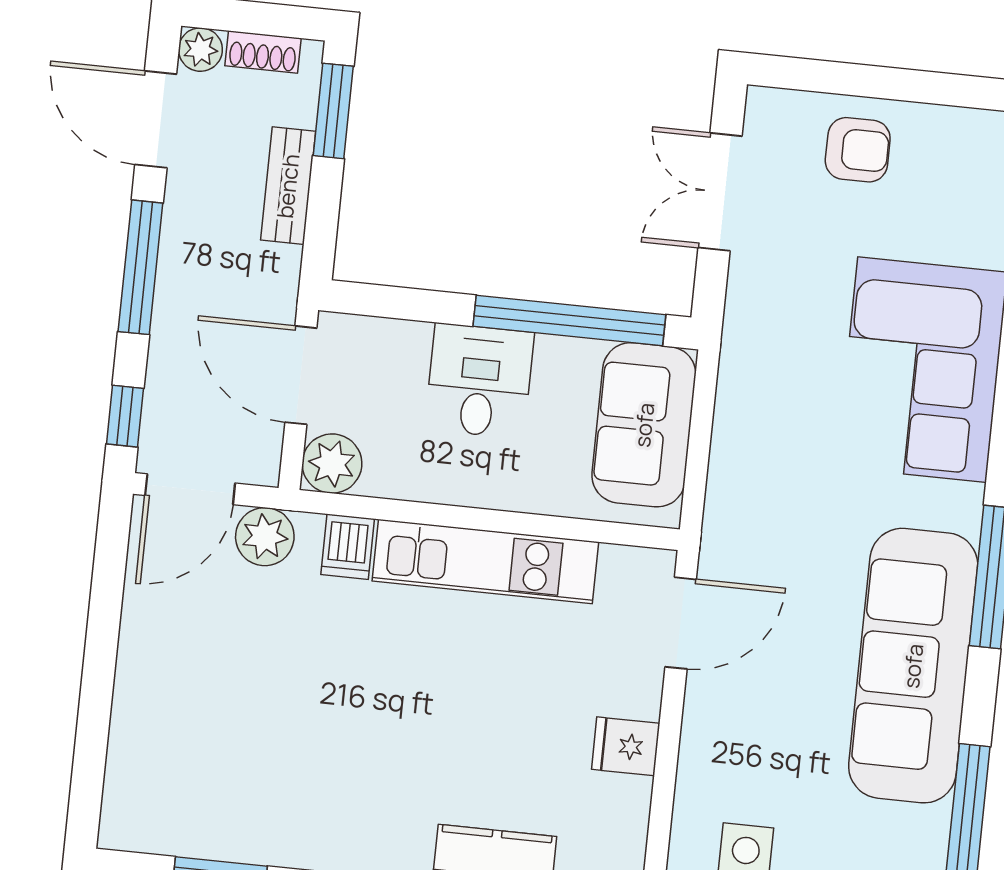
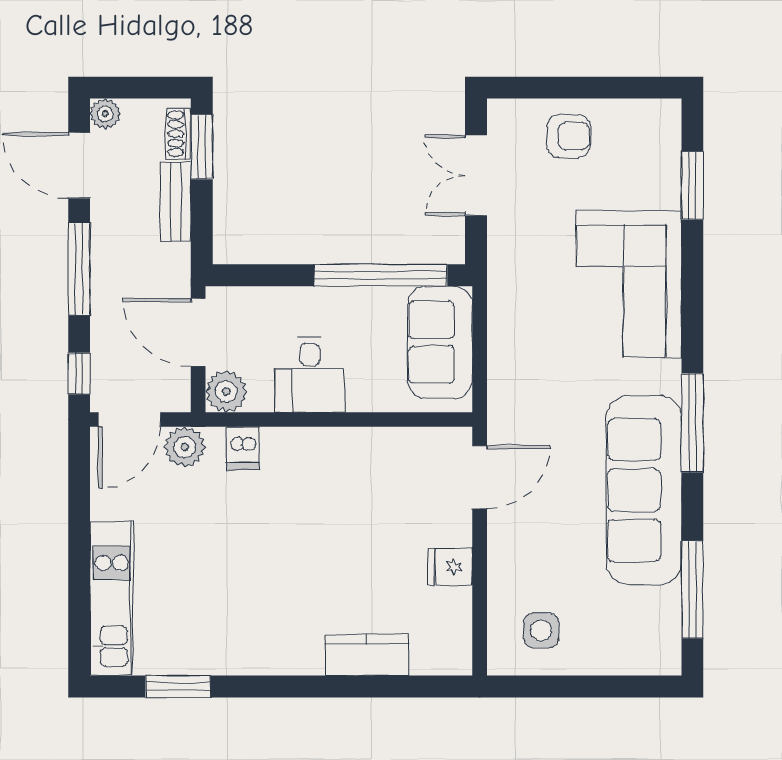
shoe rack: (263, 52) -> (179, 134), moved, turned 90
desk: (479, 381) -> (310, 375), moved, turned 180
kitchen unit: (485, 561) -> (112, 598), moved, turned -90

